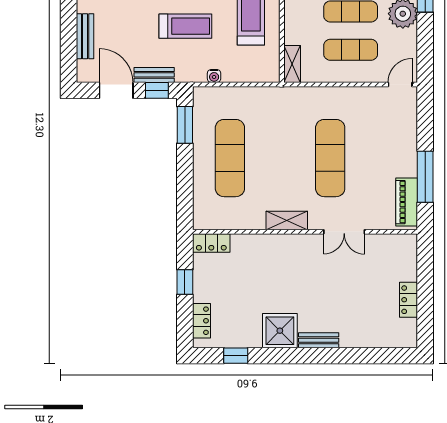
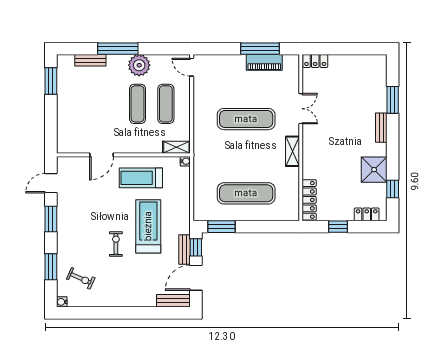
treadmill: (185, 26) -> (148, 226), width x1.37, depth x1.38
bench: (85, 36) -> (173, 301), moved
water cooler: (214, 76) -> (185, 161), moved
piano: (407, 202) -> (264, 62), moved
locker: (211, 243) -> (309, 200), width x1.53
locker: (409, 300) -> (315, 61), moved
shower: (280, 331) -> (374, 170), moved
window: (356, 356) -> (393, 100), added

